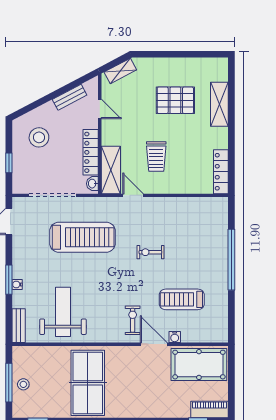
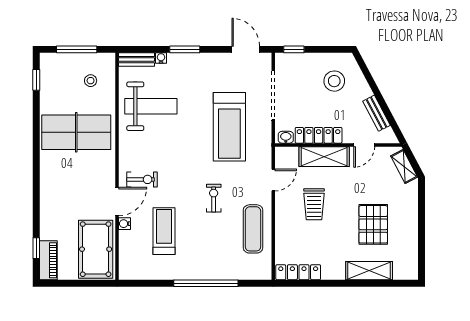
trolley: (156, 157) -> (314, 204), turned -90
window: (9, 163) -> (294, 49), moved
shelving: (111, 170) -> (324, 157), moved
exercise mat: (180, 215) -> (253, 229), added
water cooler: (17, 284) -> (161, 58), moved
stool: (23, 384) -> (91, 81), moved

